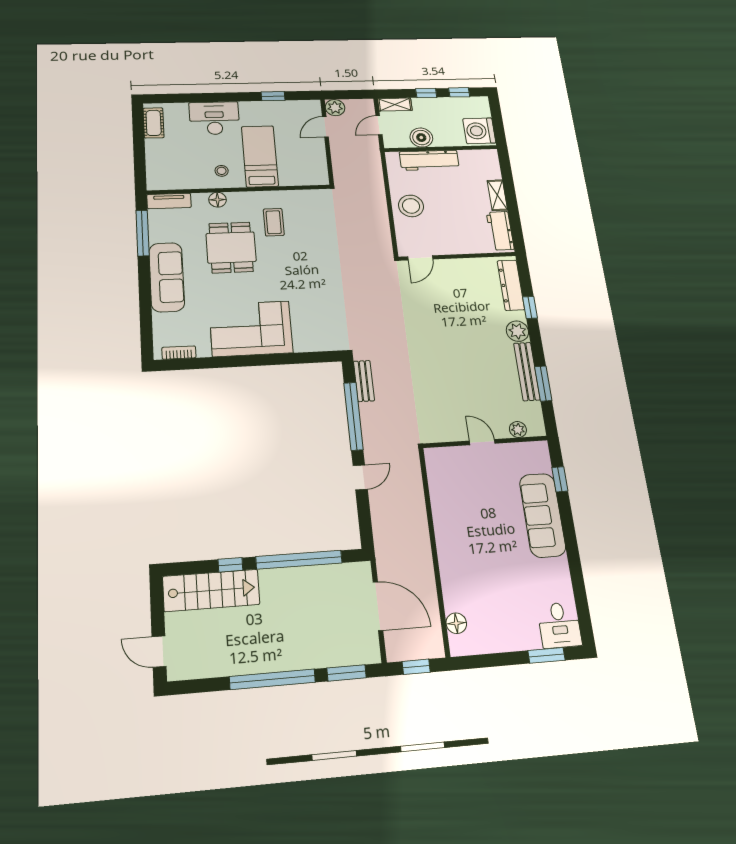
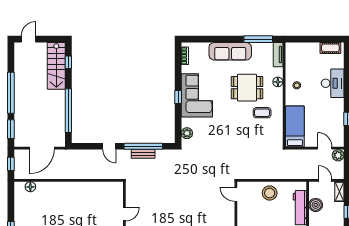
bed: (260, 156) -> (295, 126), moved, turned -90
plant: (322, 342) -> (187, 133), added
window: (257, 360) -> (178, 97), added
bench: (364, 381) -> (143, 154), moved
window: (230, 565) -> (68, 62), moved

